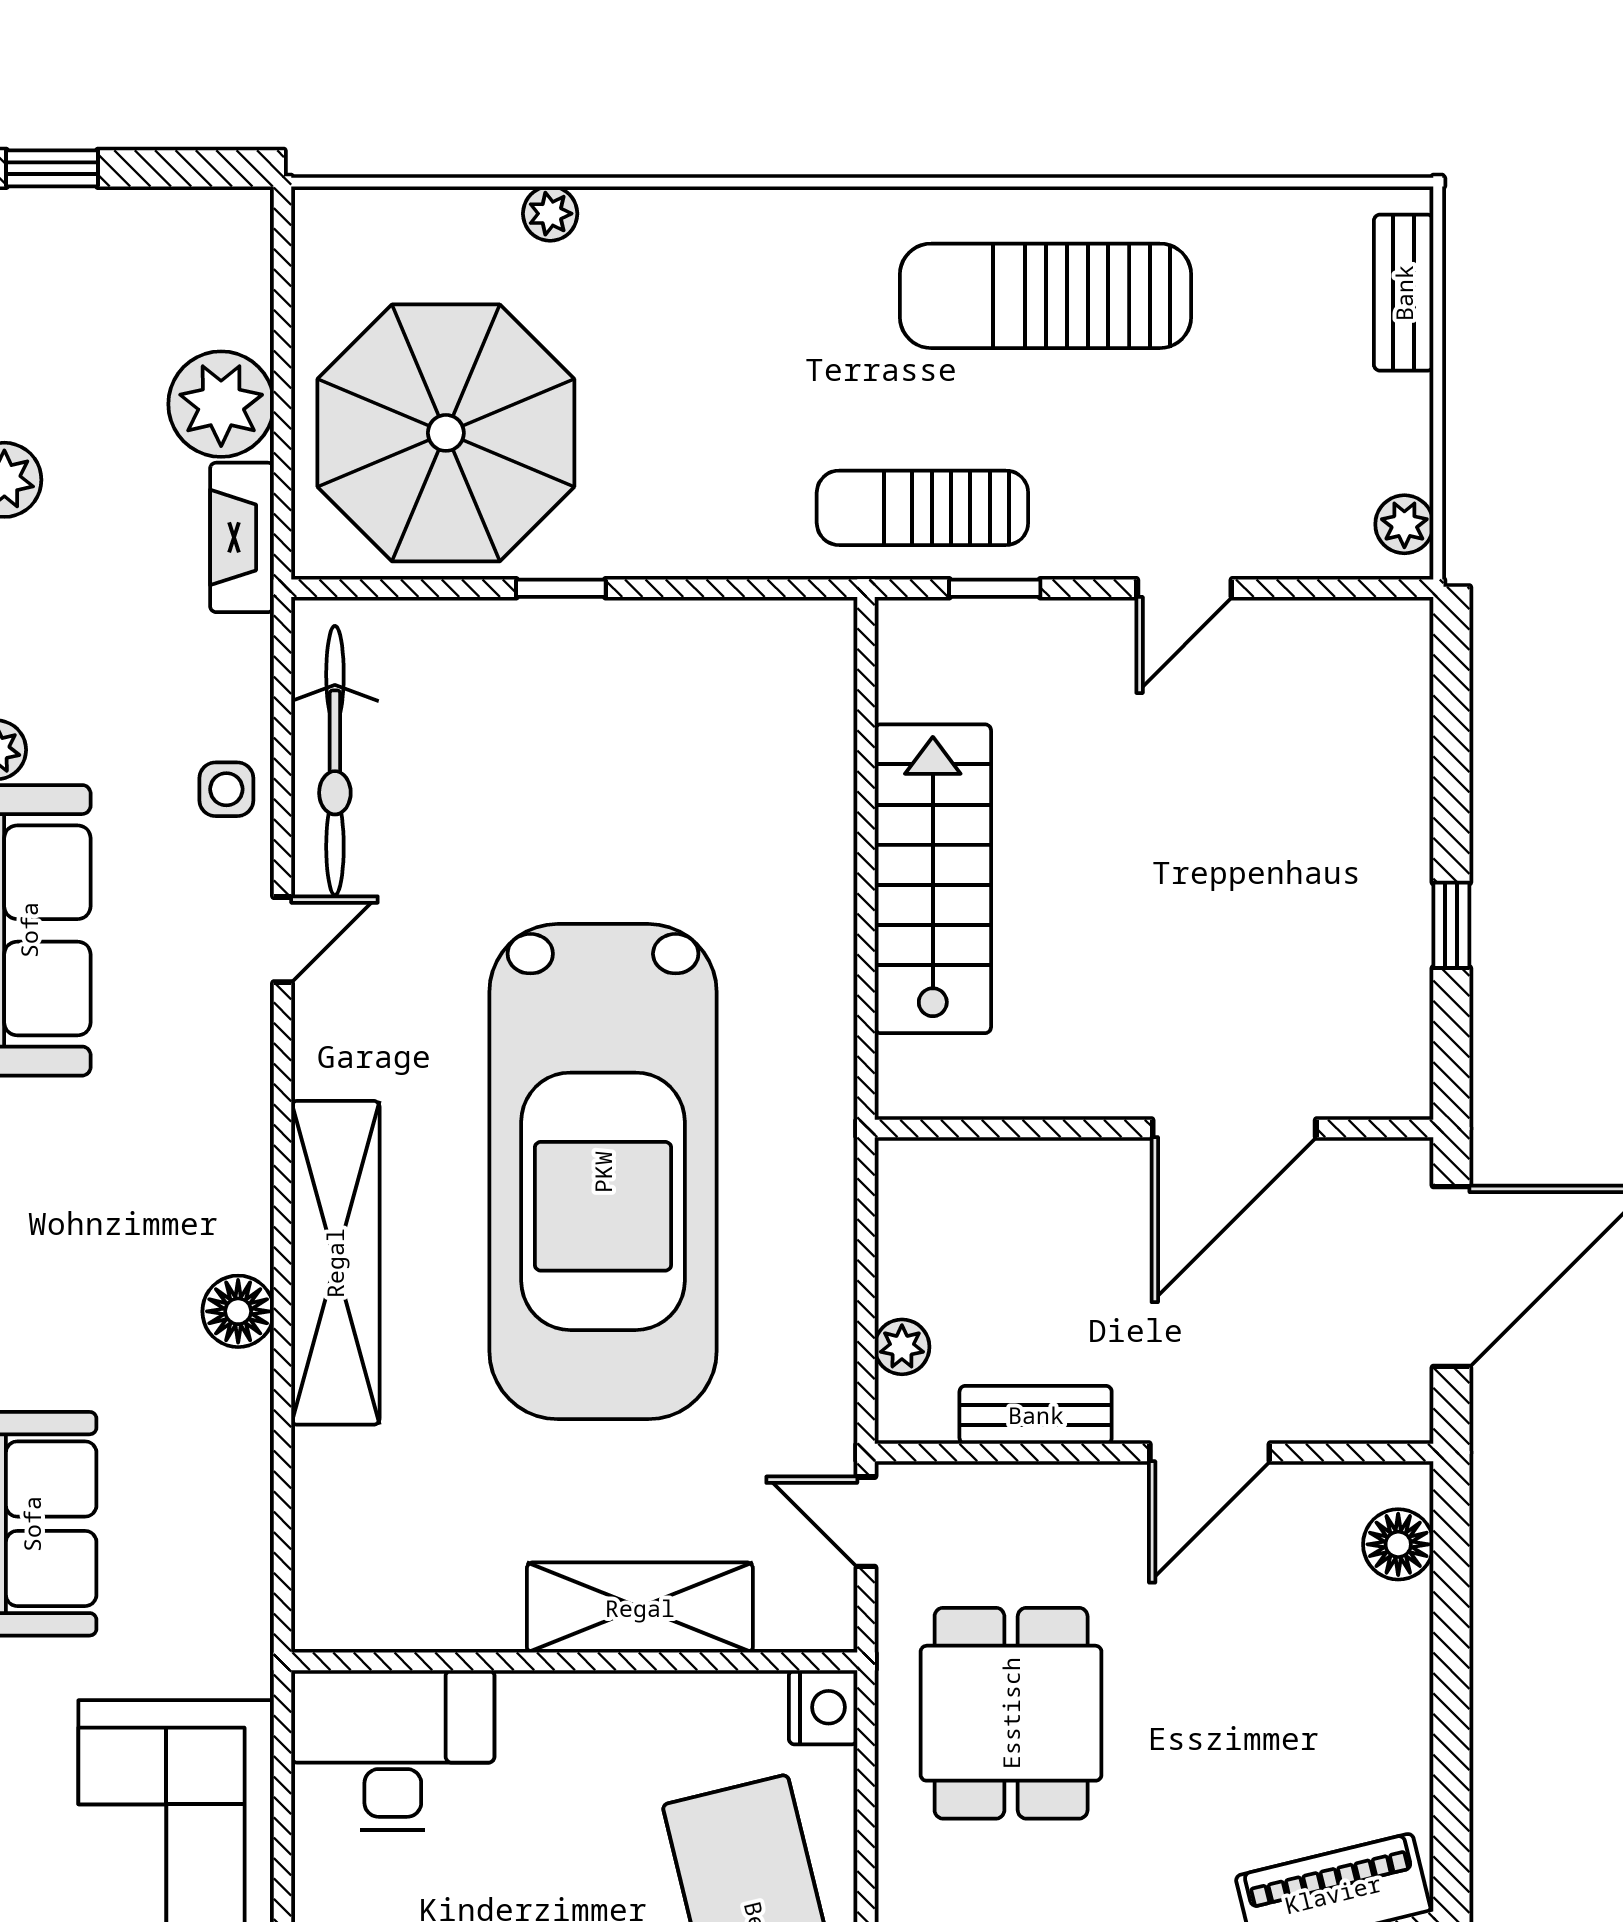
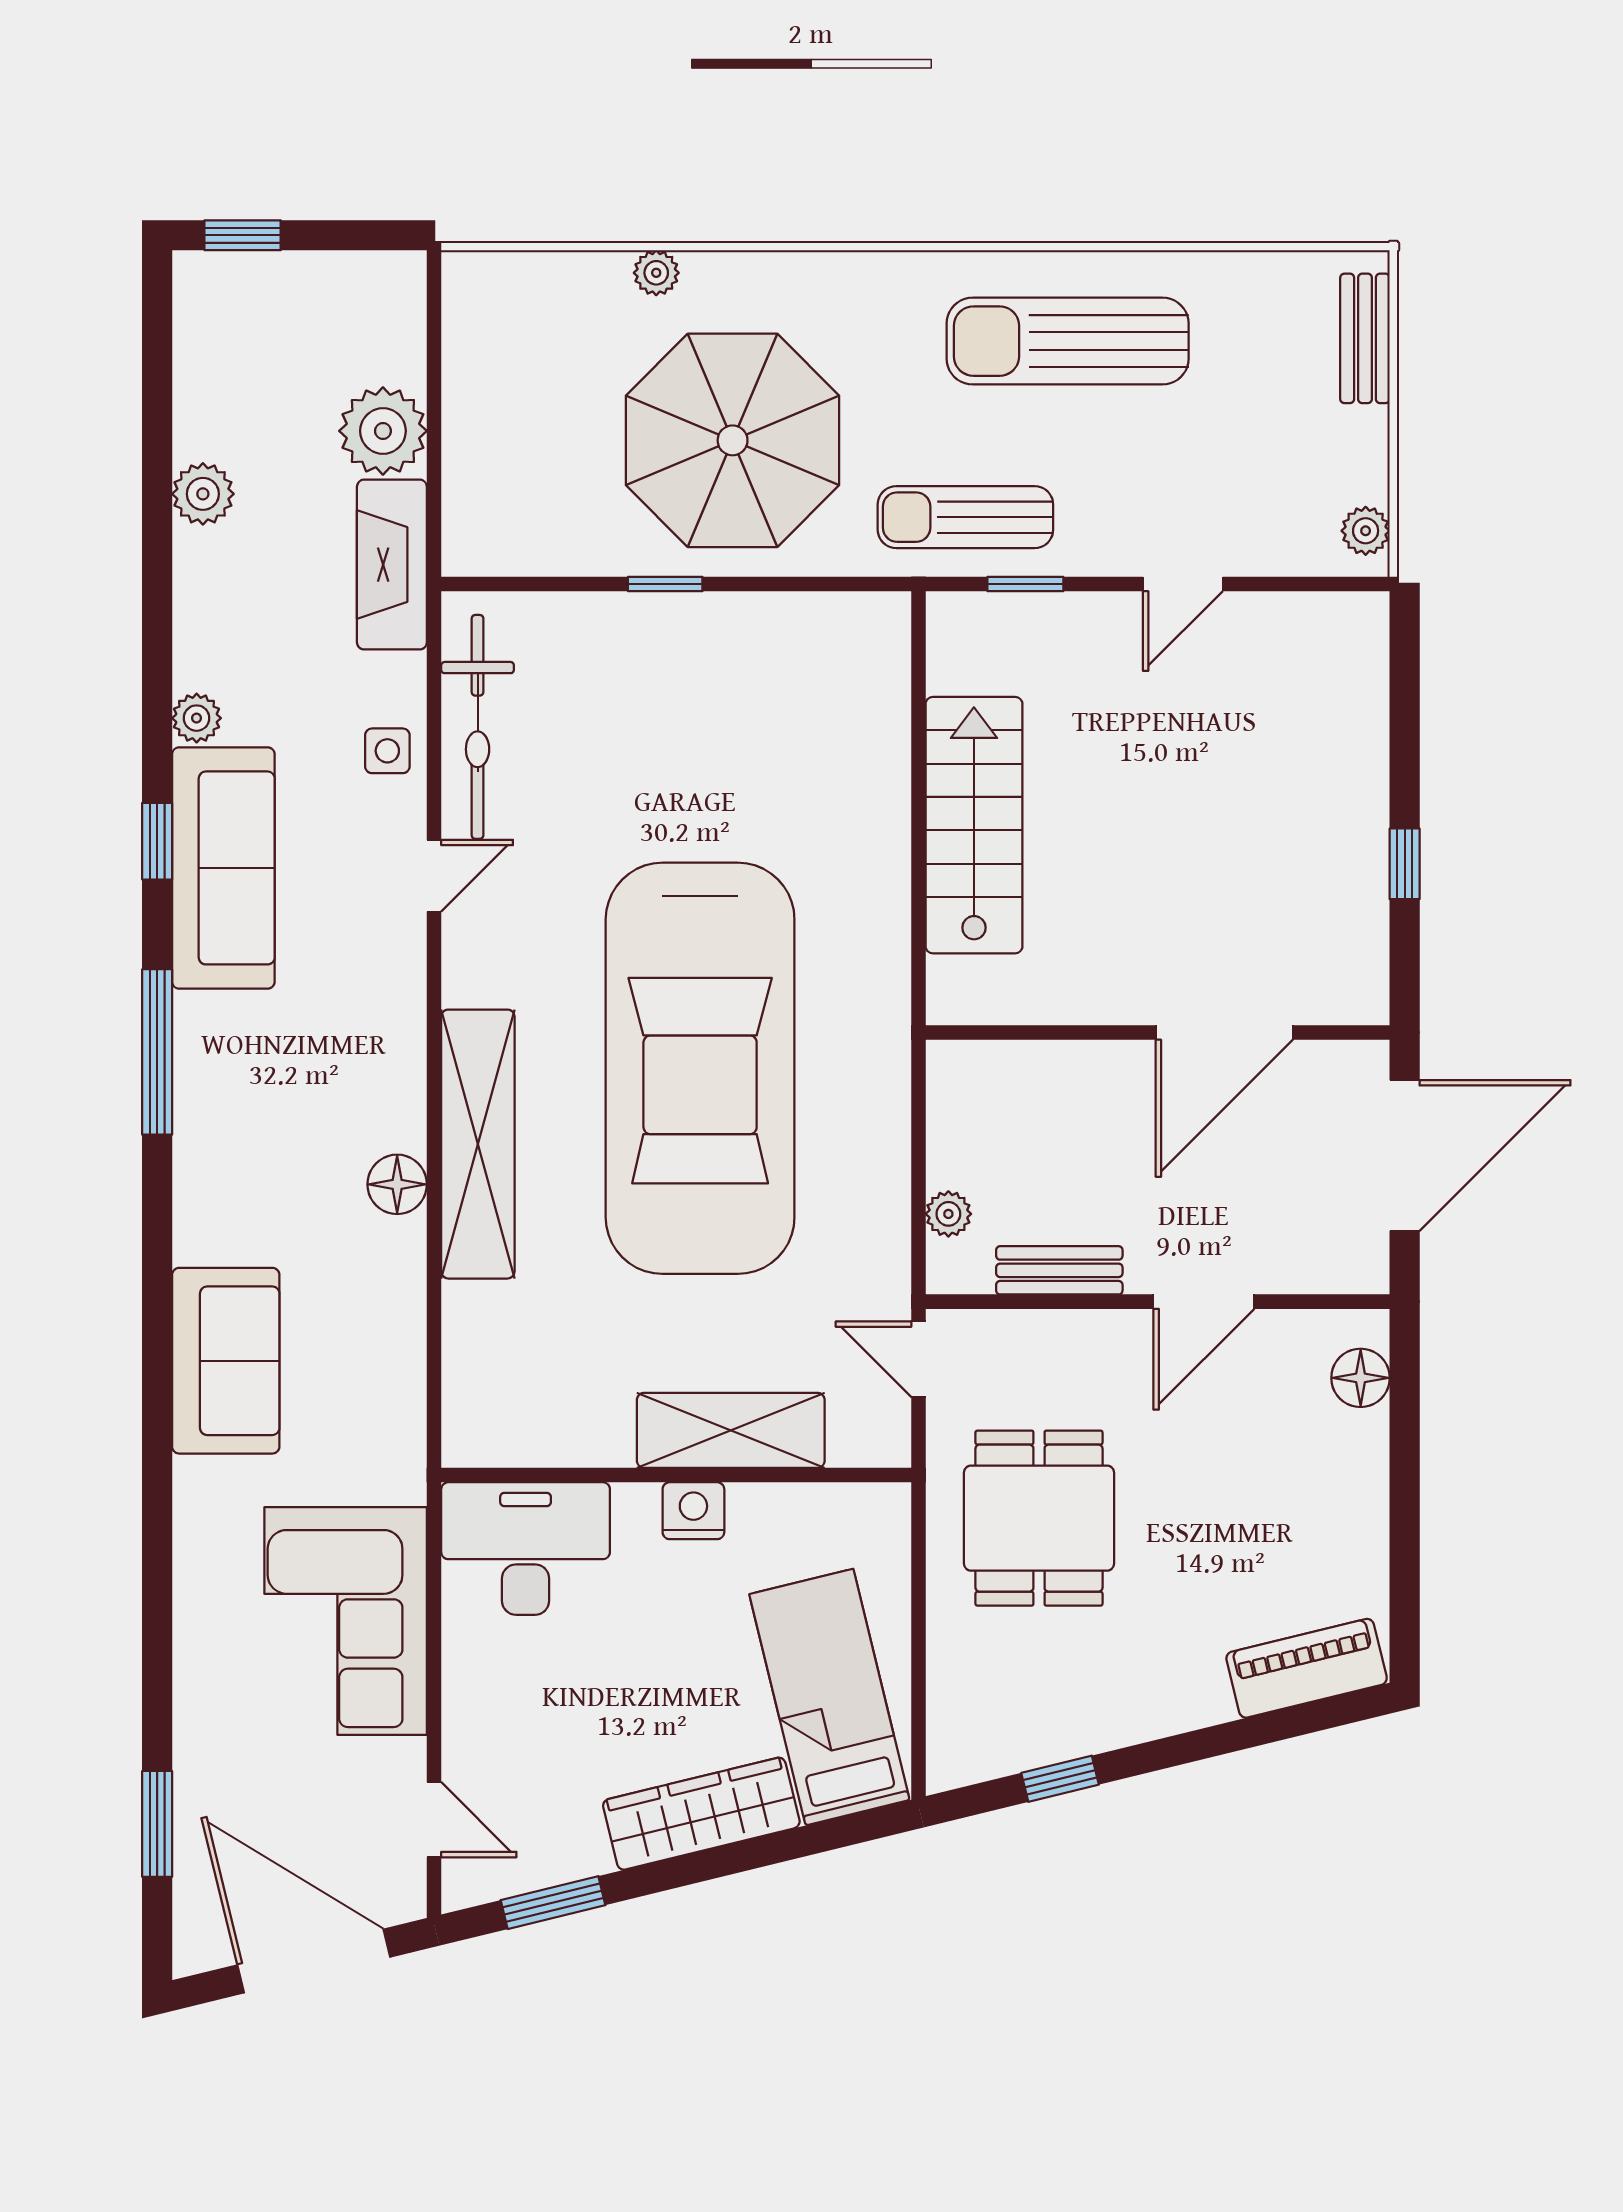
parasol: (446, 433) -> (733, 440), moved
fireplace: (242, 537) -> (392, 565), width x1.37, depth x1.32
nightstand: (823, 1707) -> (693, 1511), moved, turned -90

